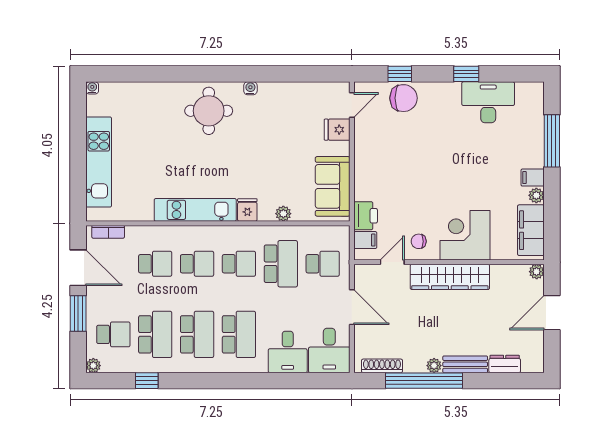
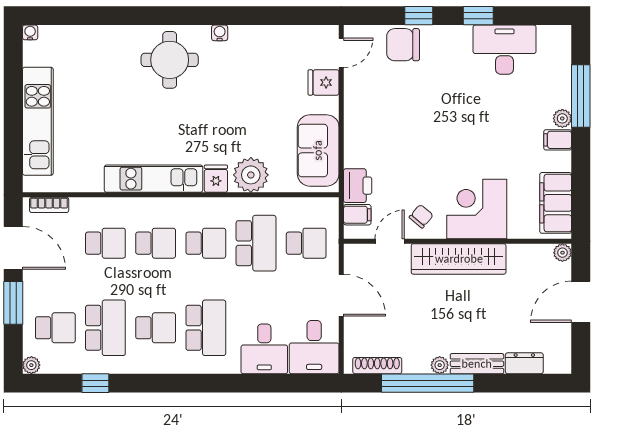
window: (400, 74) -> (419, 16), moved
chair: (404, 98) -> (403, 45), turned 180
plant: (536, 195) -> (562, 118), moved
plant: (283, 214) -> (251, 175), width x1.88, depth x1.88
chair: (419, 241) -> (421, 216), turned 130
school desk: (197, 334) -> (156, 328), width x0.54

